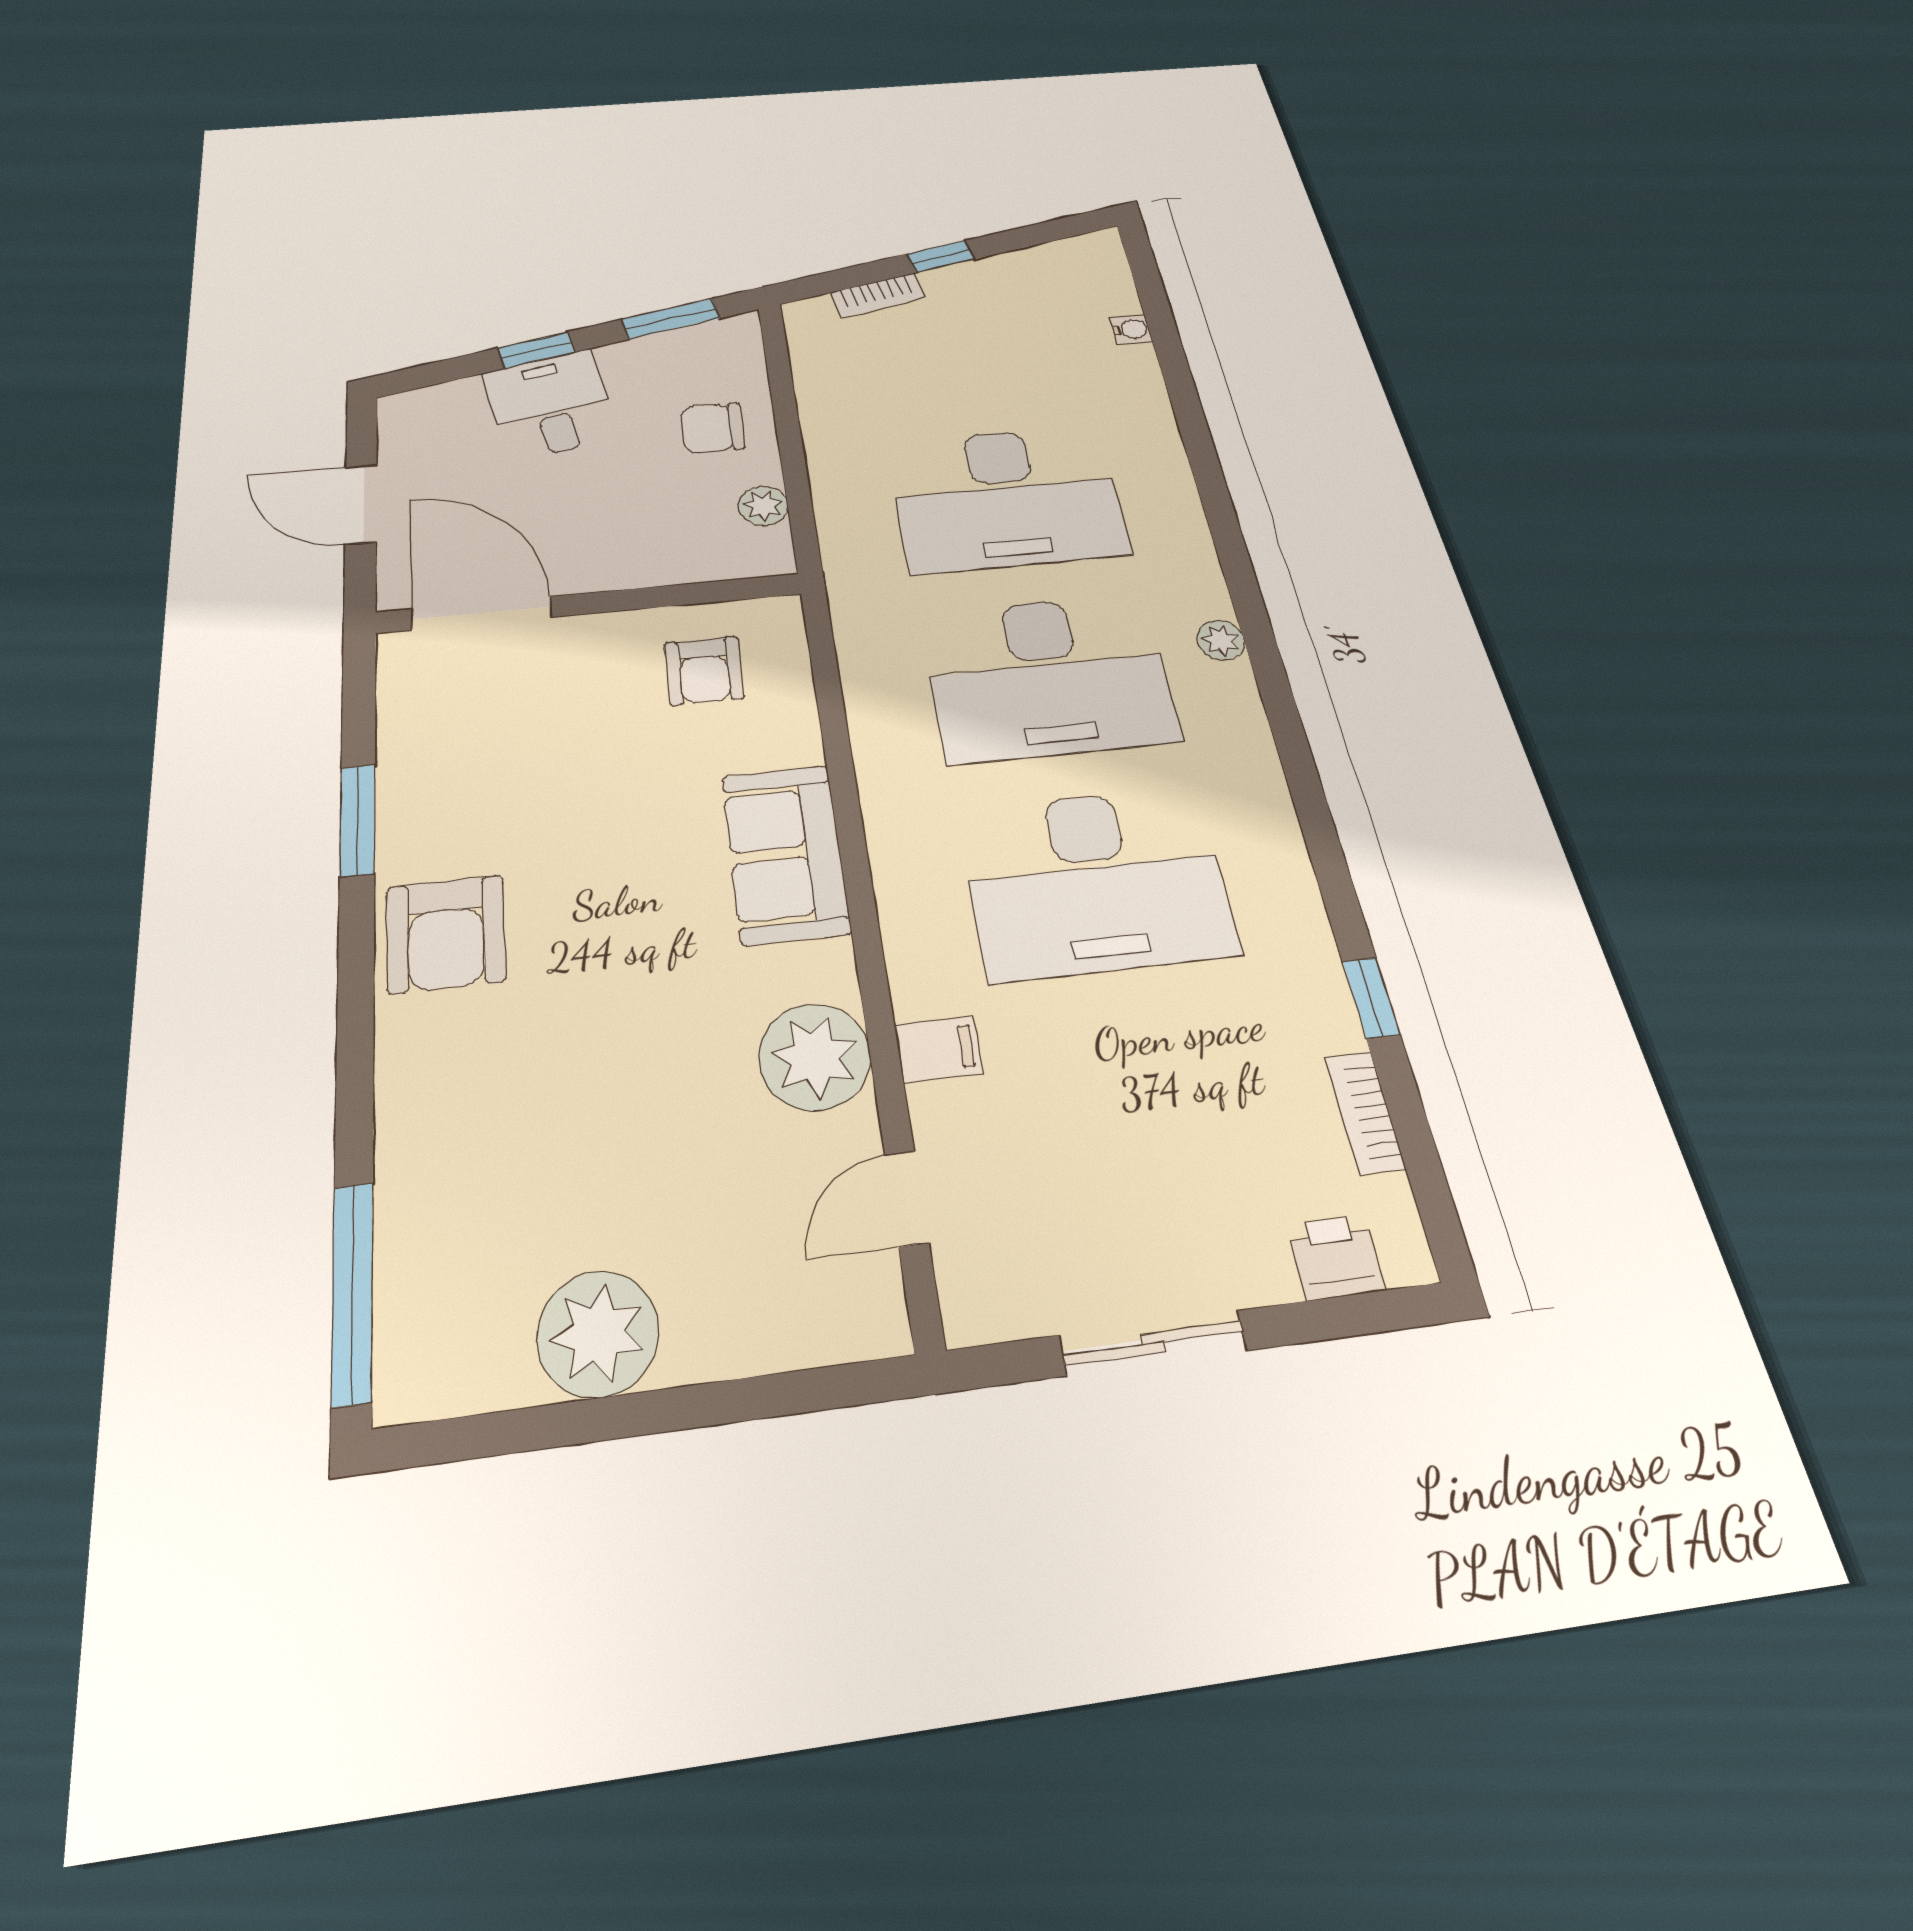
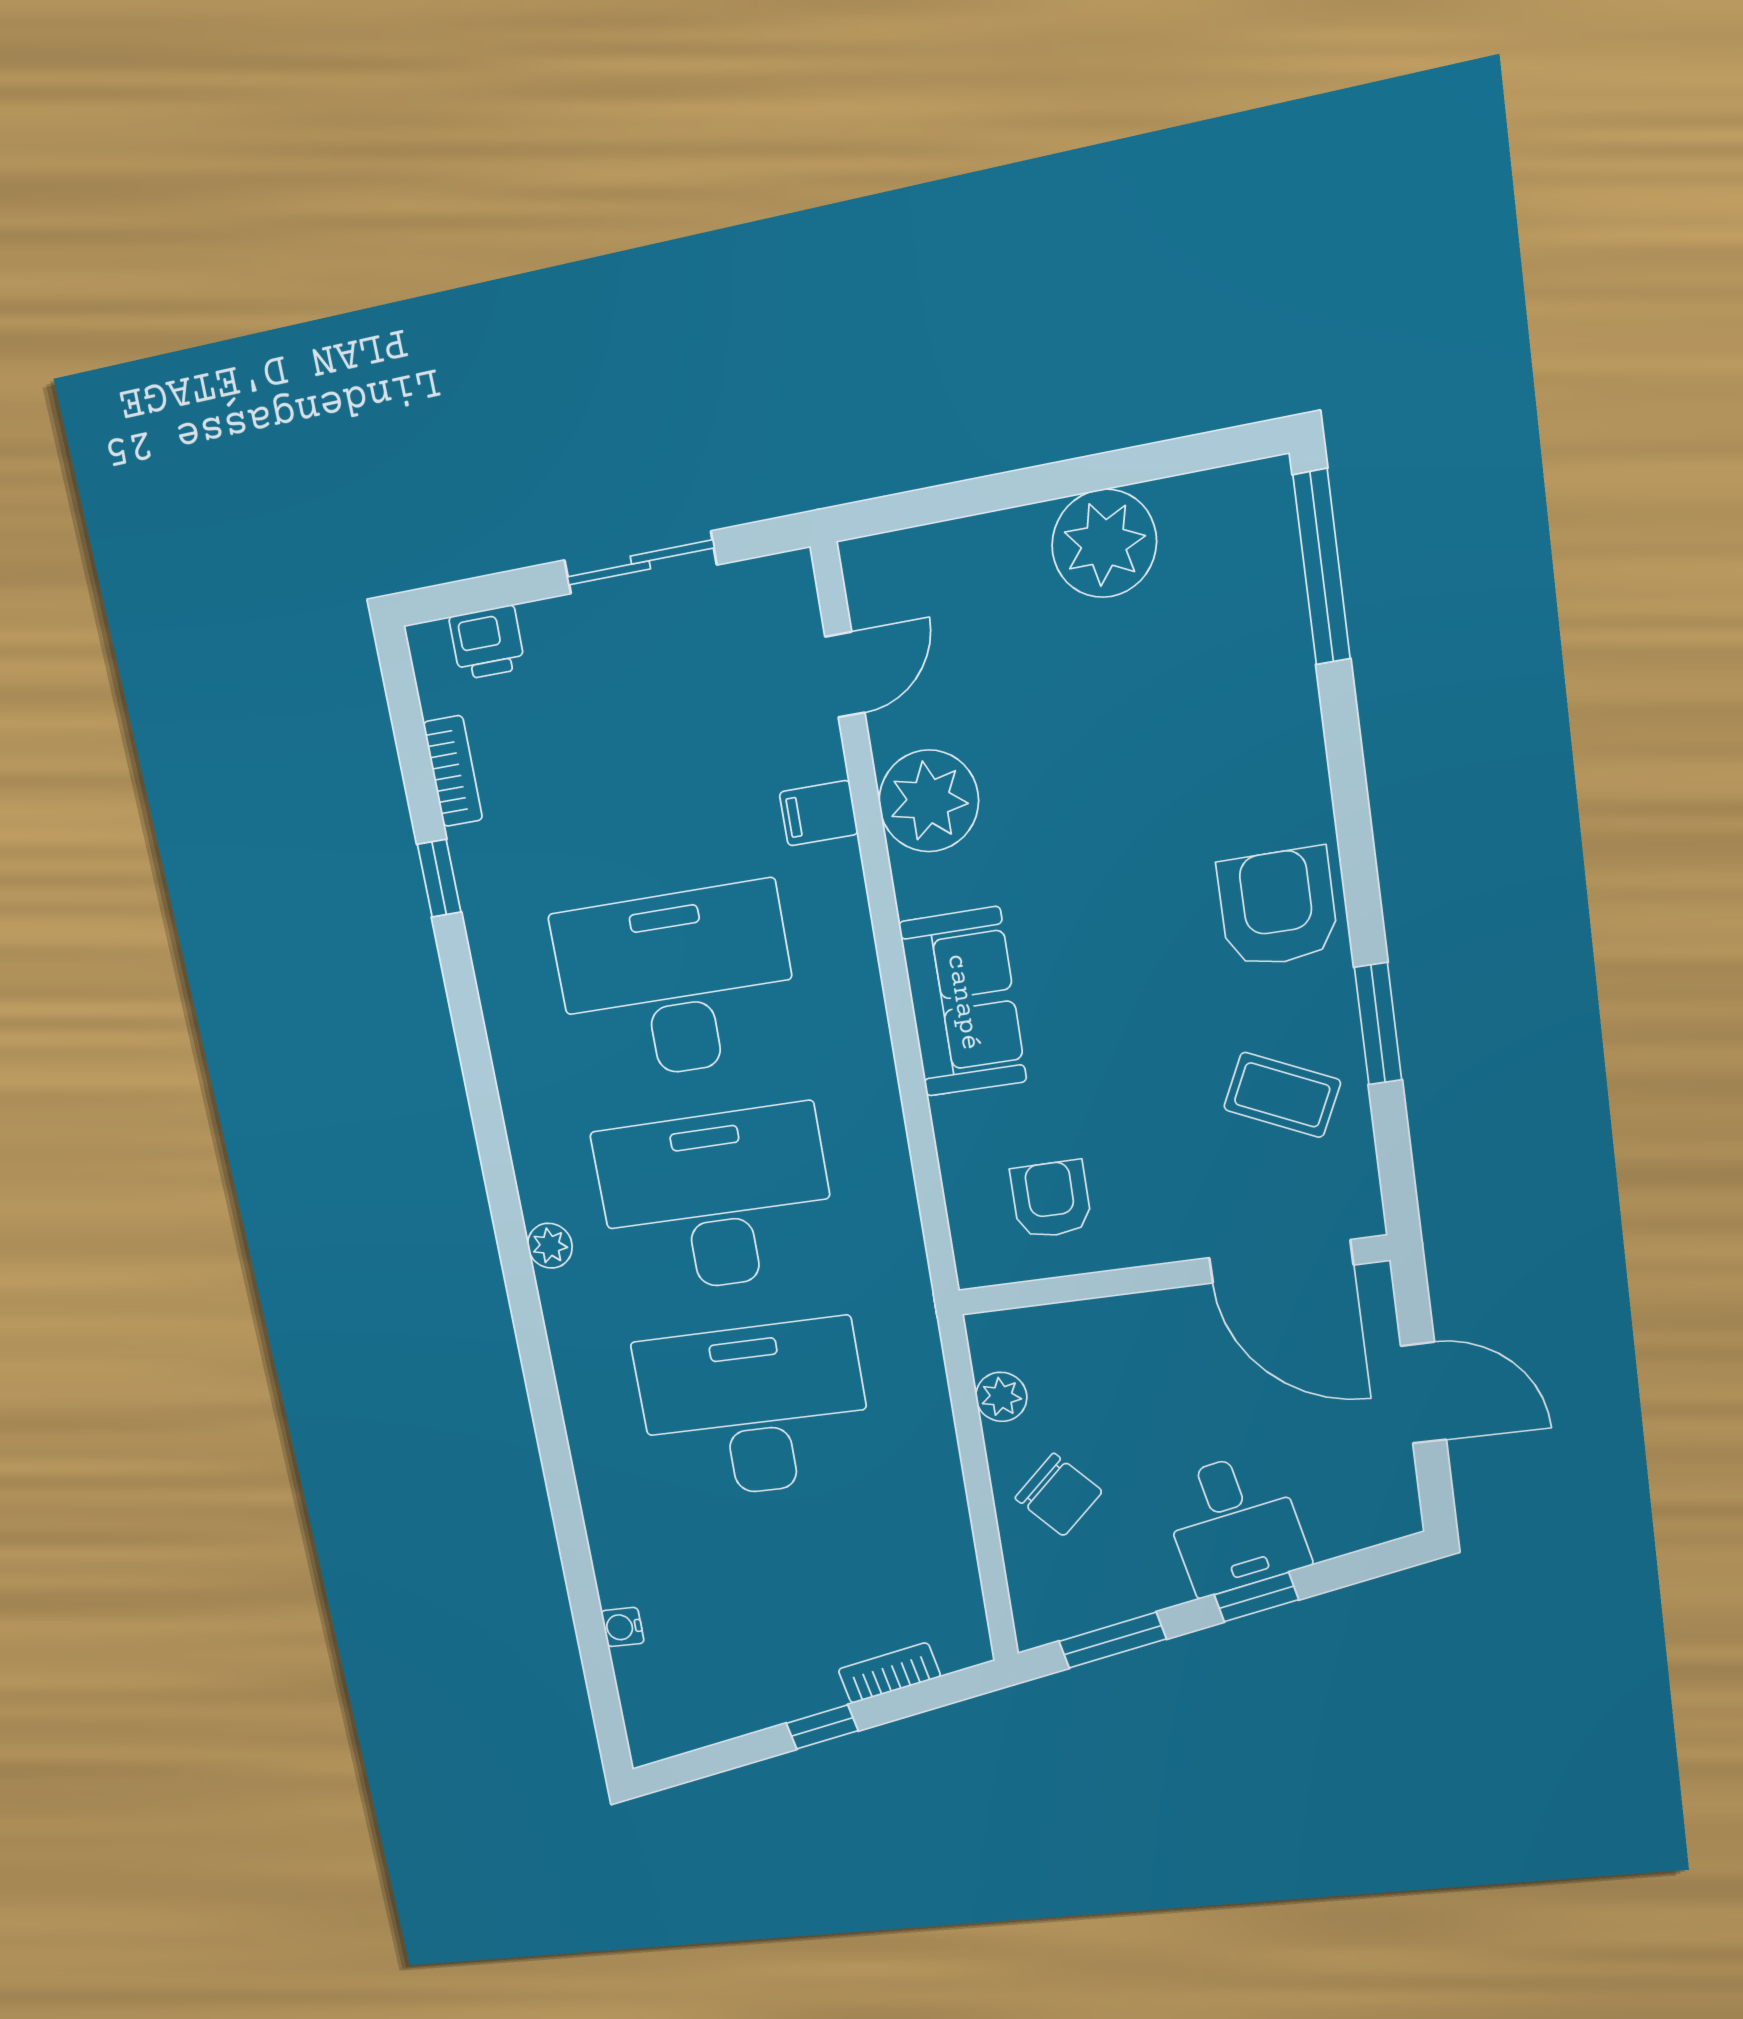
chair: (713, 428) -> (1059, 1495), turned 47
coffee table: (463, 758) -> (1282, 1095), added

